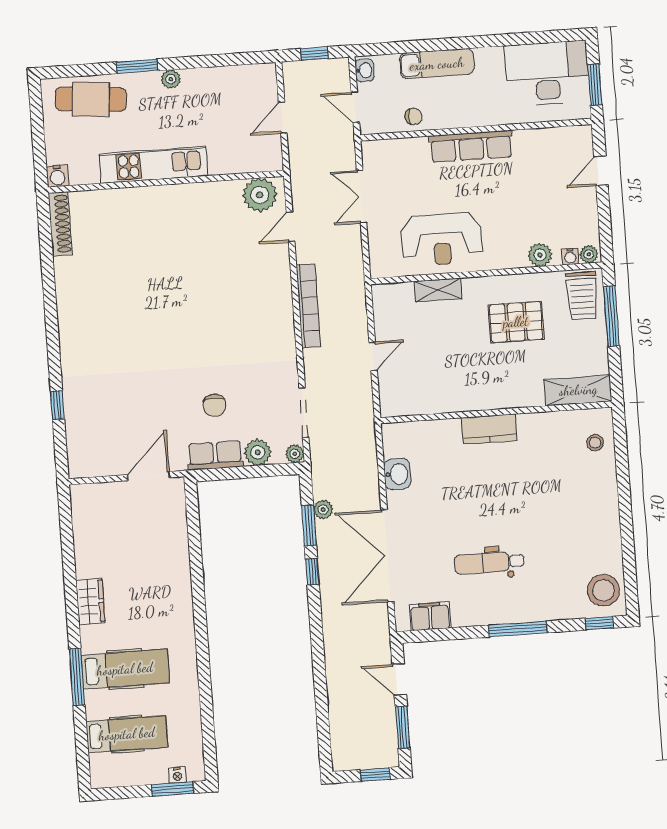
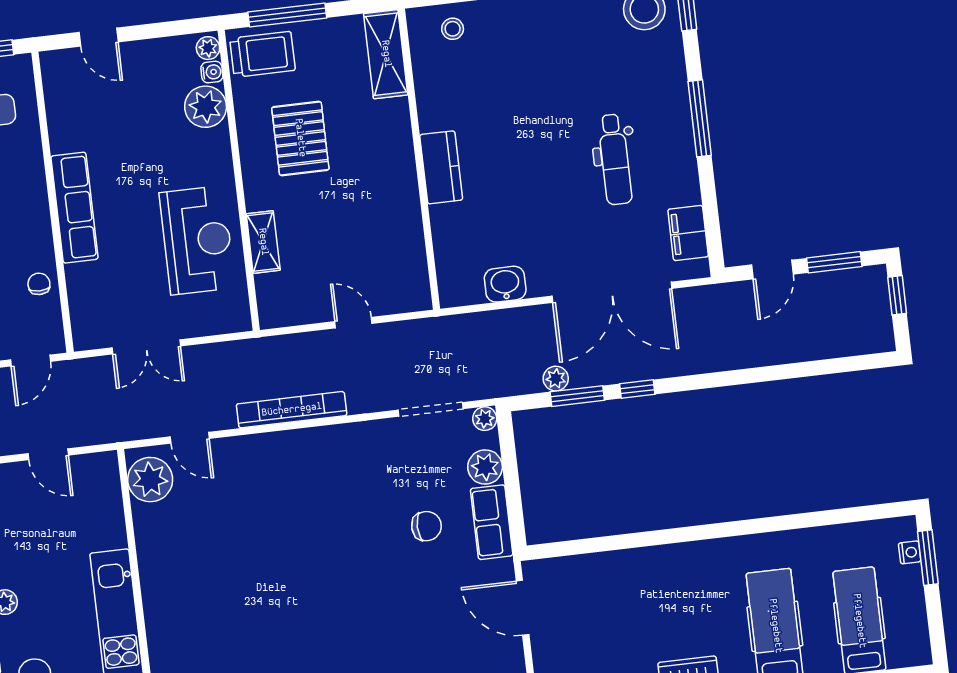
plant: (540, 255) -> (206, 107), width x1.36, depth x1.36

